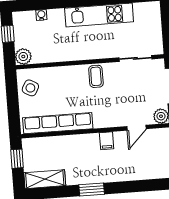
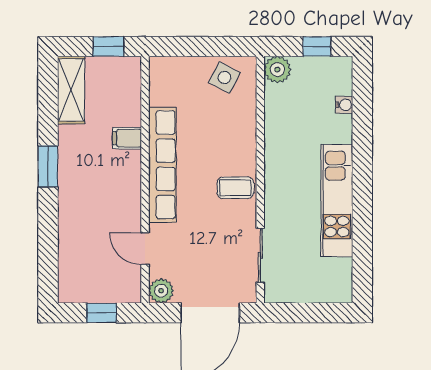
row of seats: (58, 123) -> (162, 165), moved
filing cabinet: (107, 141) -> (127, 138), moved

